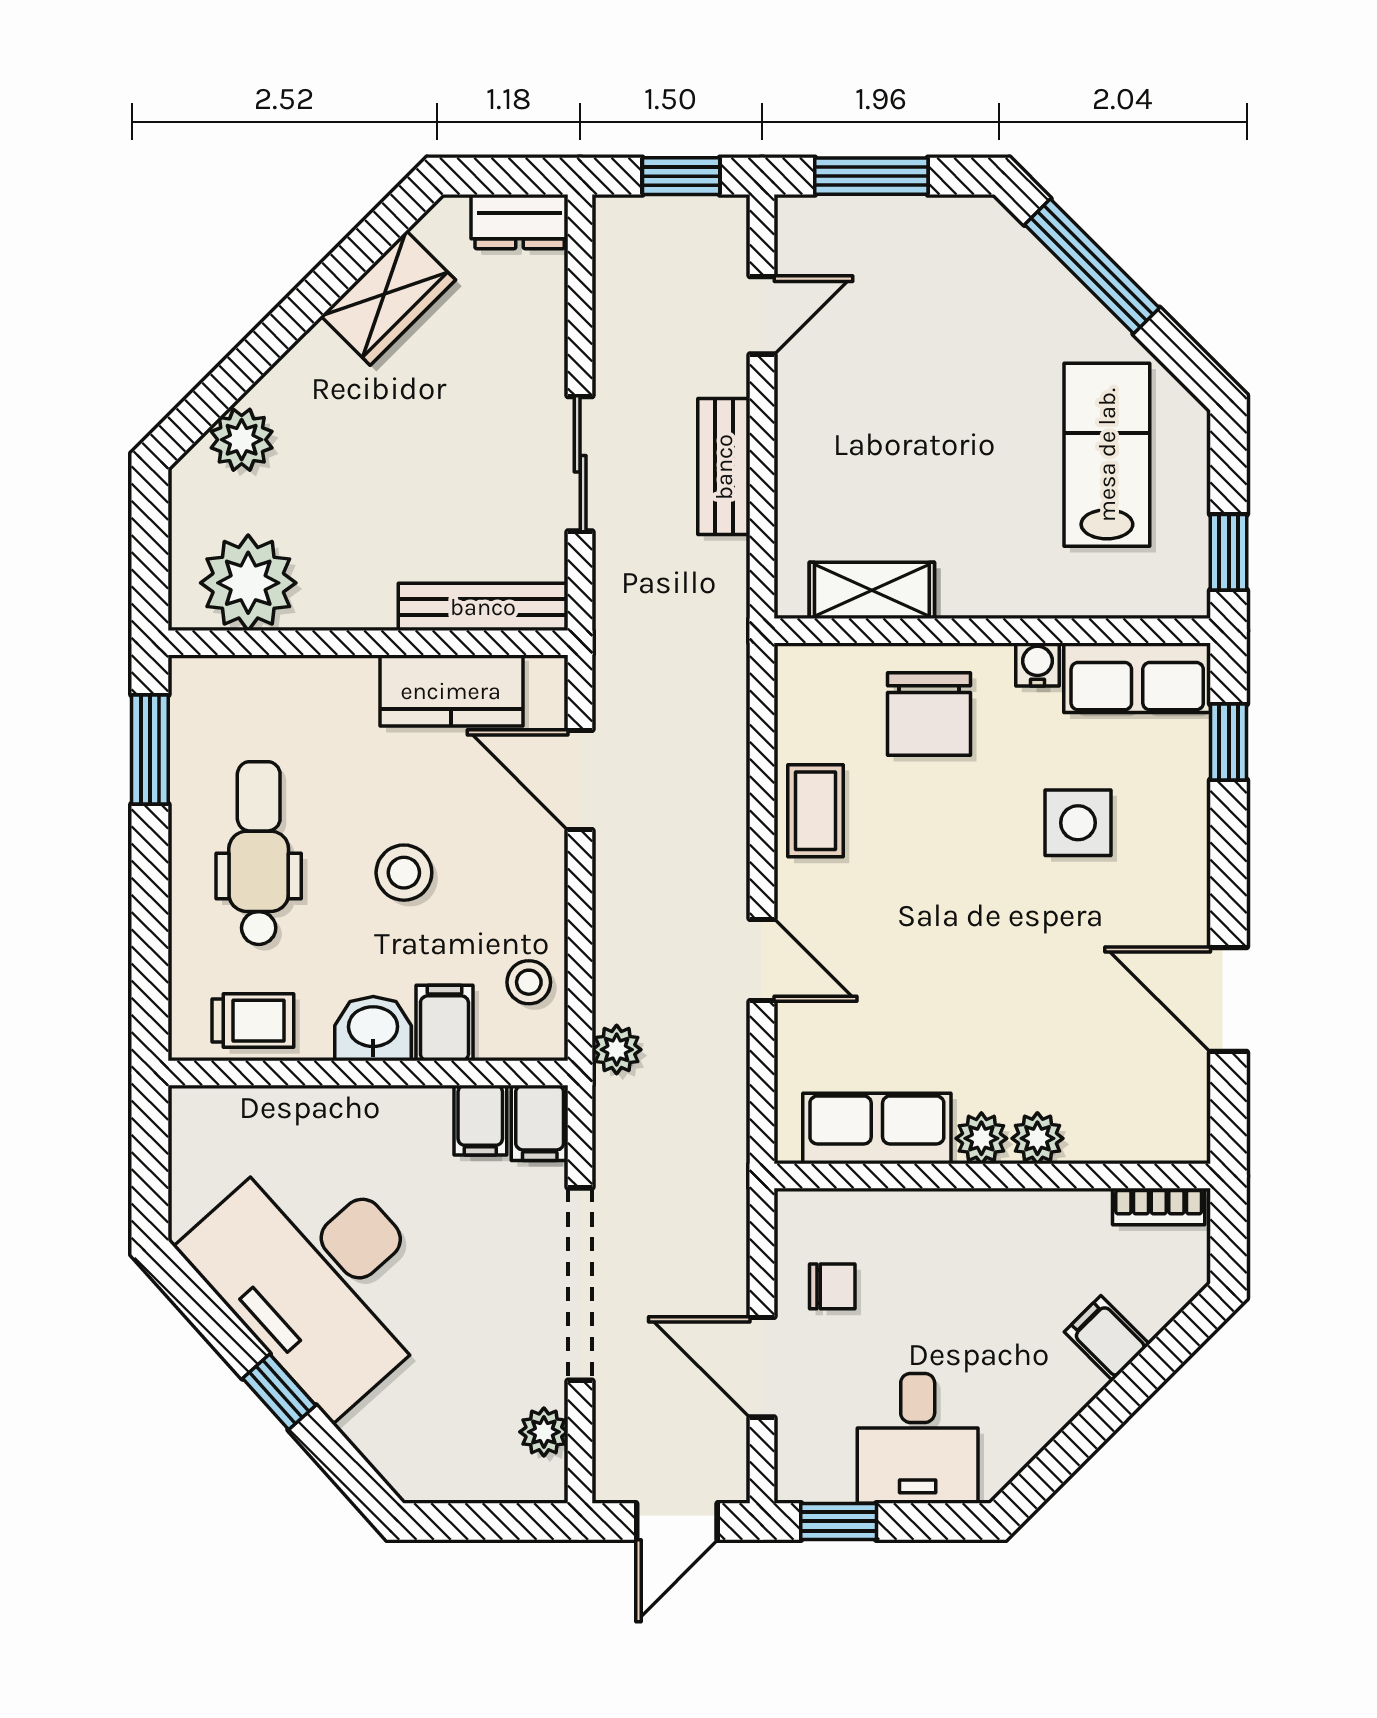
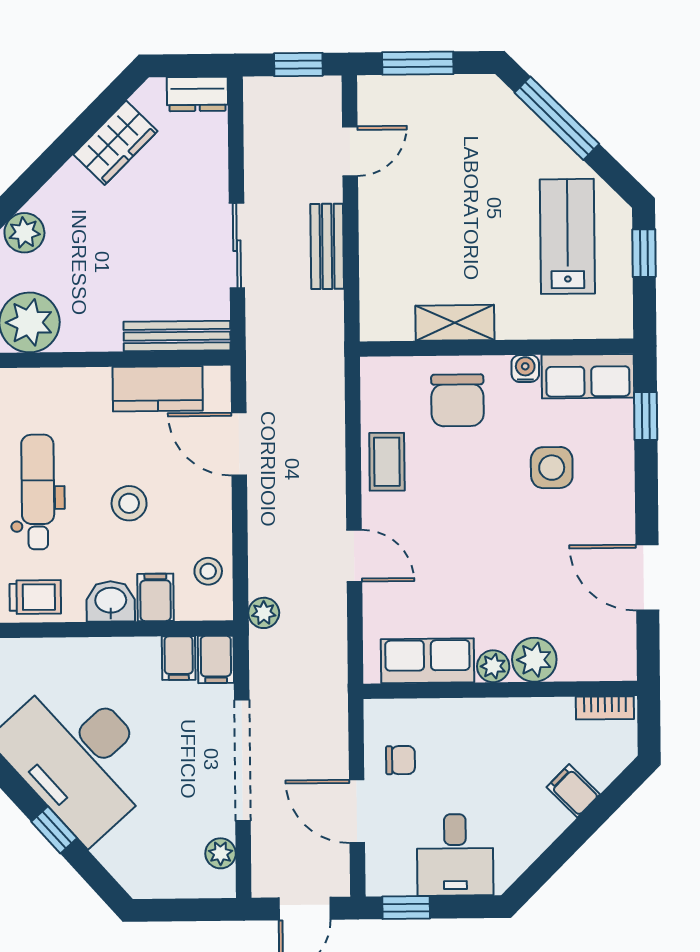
window: (1229, 552) -> (644, 253), moved
shelving: (872, 590) -> (455, 323), moved
plant: (1037, 1138) -> (534, 660), width x1.38, depth x1.38

